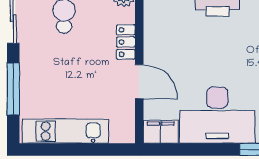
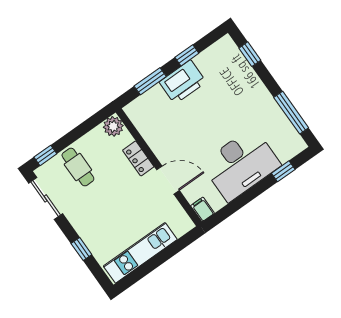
window: (13, 89) -> (81, 249), width x0.46
filing cabinet: (161, 132) -> (203, 209), width x0.50

